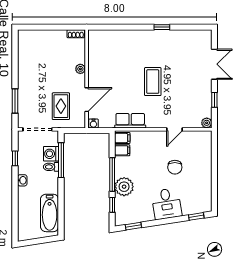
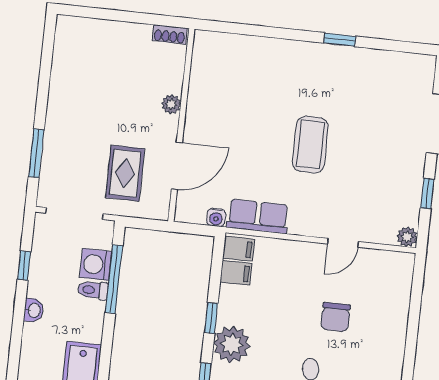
water cooler: (93, 123) -> (216, 217), moved
window: (112, 175) -> (211, 318), width x0.46

